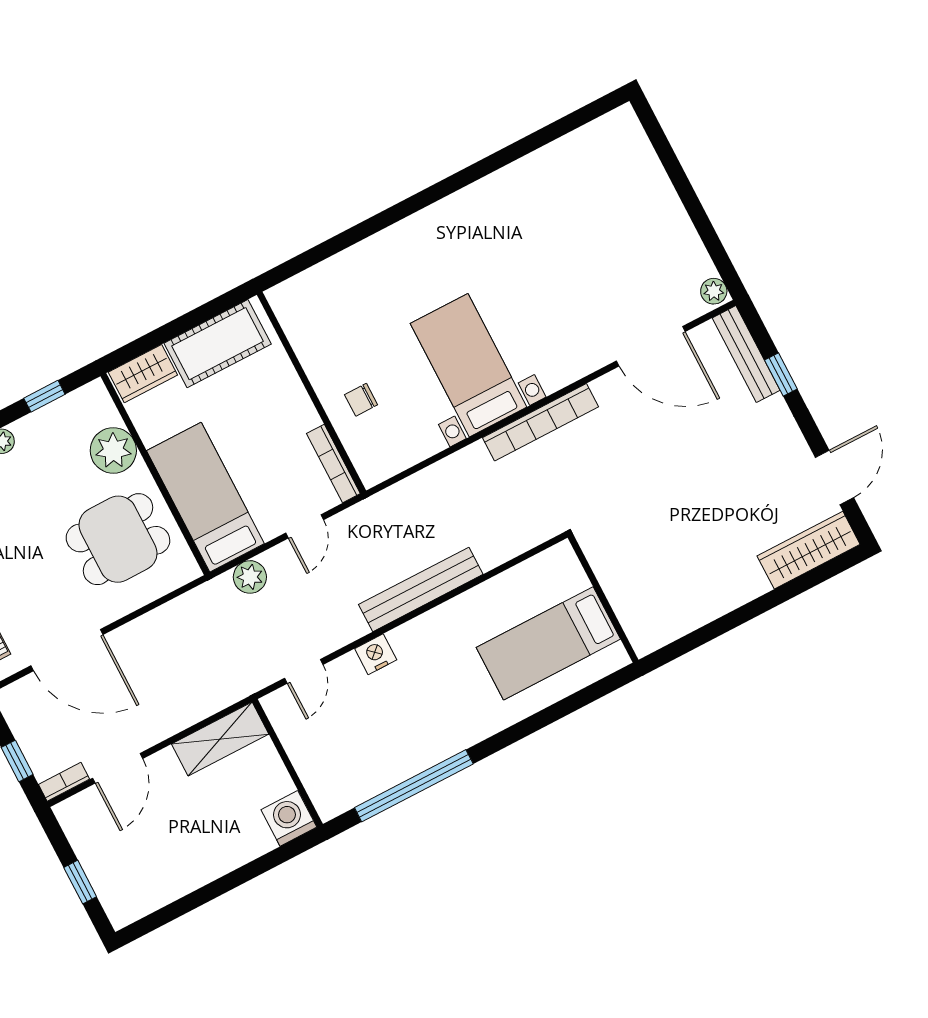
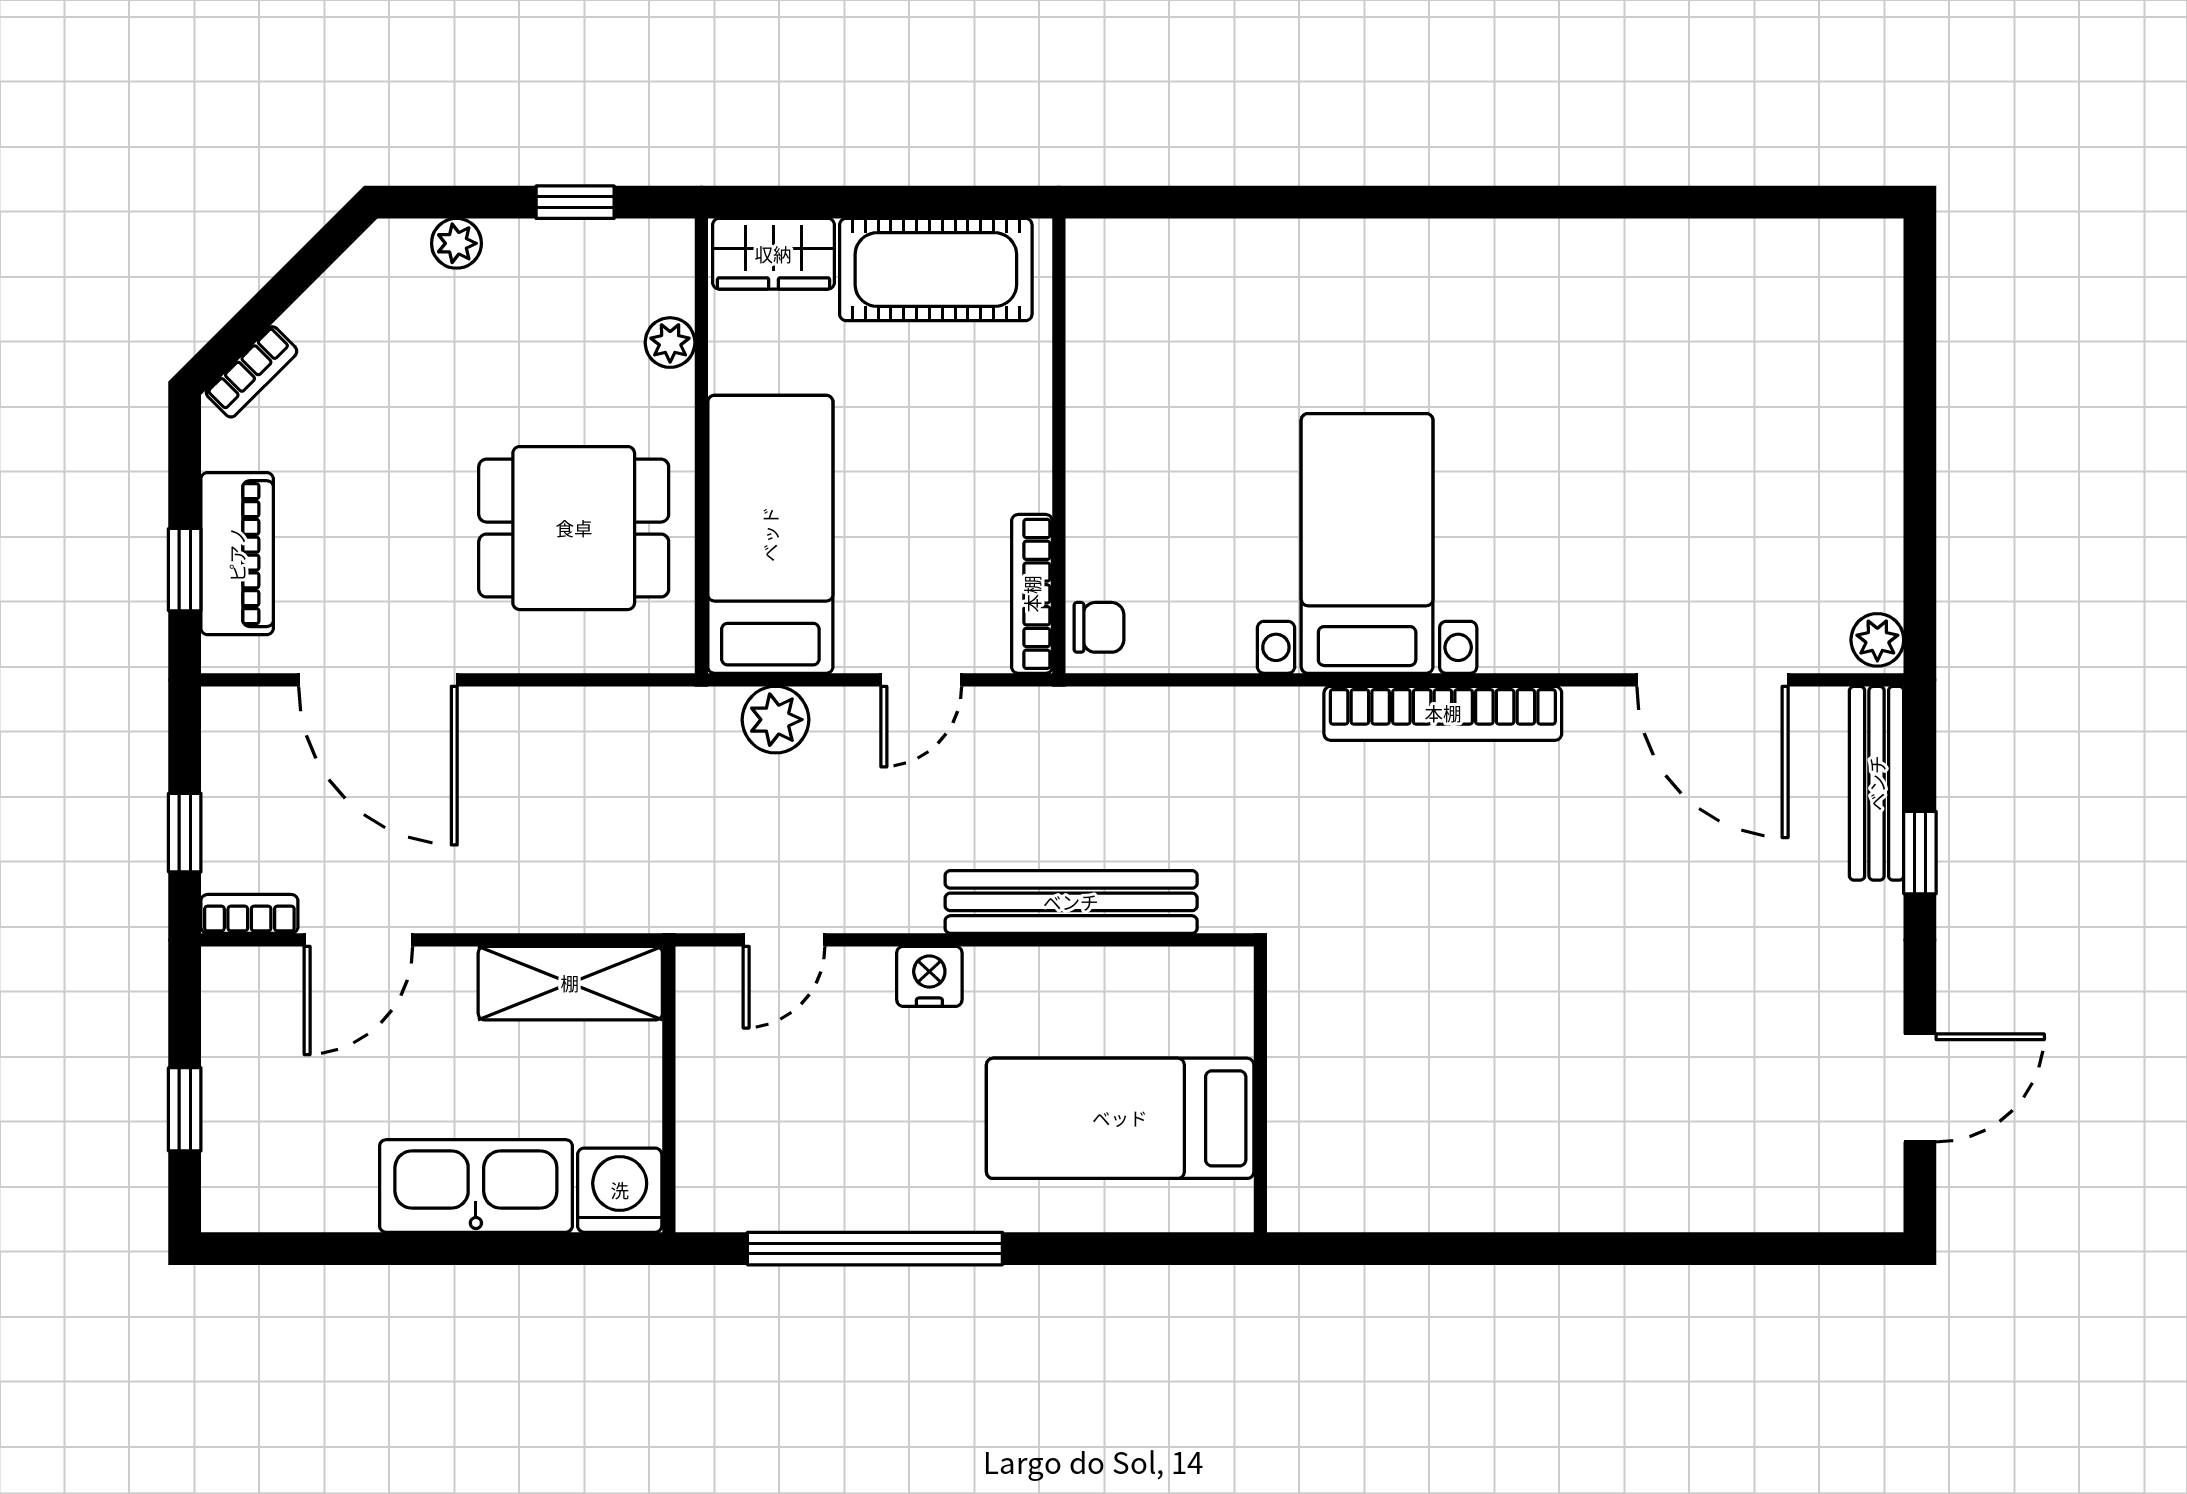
chair: (361, 400) -> (1099, 627), moved, turned 180
plant: (113, 450) -> (670, 343), width x0.53, depth x0.53
wardrobe: (809, 550) -> (1805, 1194), removed
wall: (603, 599) -> (1260, 1089), moved
bed: (548, 643) -> (1120, 1118), moved
kitchen sink: (225, 849) -> (476, 1186), added

